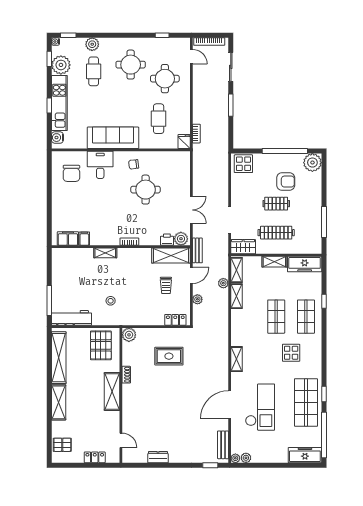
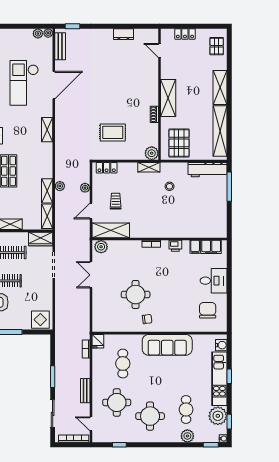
desk: (100, 165) -> (214, 281), moved, turned -90
printer: (167, 240) -> (175, 246), moved
bench: (197, 250) -> (85, 391), moved
shelving: (105, 253) -> (149, 167), moved
plant: (223, 283) -> (60, 186), moved
pallet: (62, 445) -> (217, 46), turned 90

